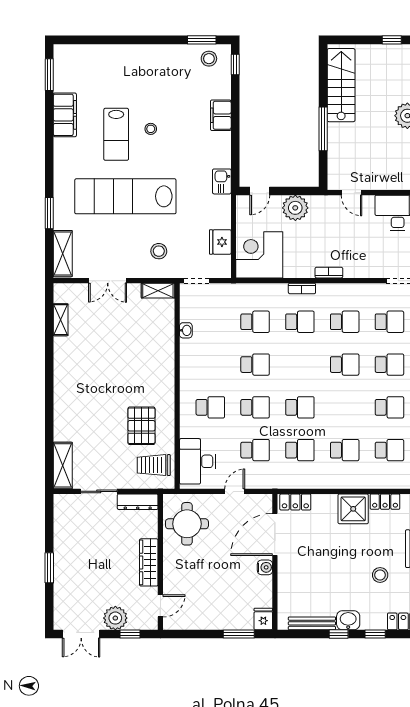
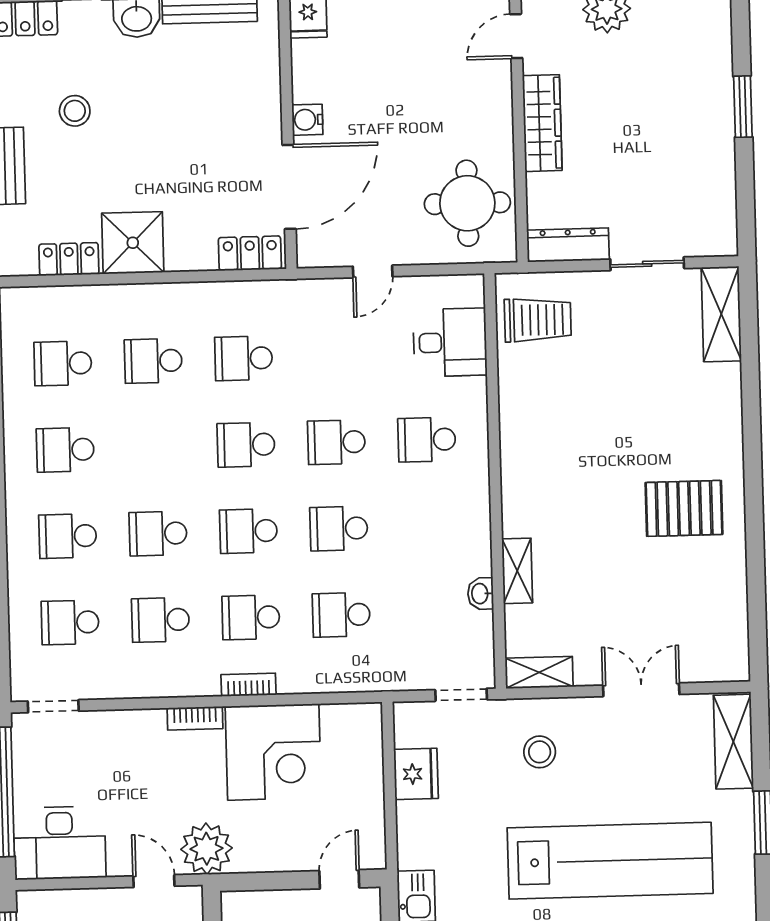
plant: (295, 208) -> (206, 849), moved
corner desk: (259, 255) -> (273, 752), moved
shelving: (61, 320) -> (517, 571), moved
pallet: (141, 426) -> (684, 508), moved, turned 90
school desk: (255, 450) -> (248, 531), moved
desk: (198, 461) -> (450, 342), width x0.73

